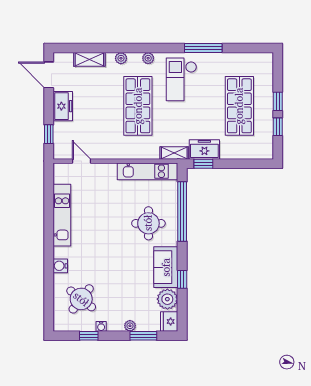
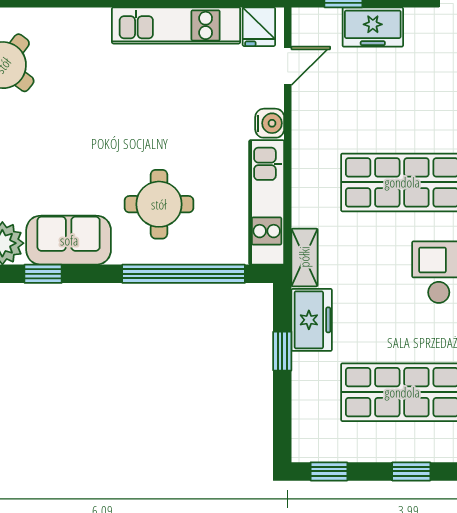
freezer: (63, 106) -> (373, 27), moved
window: (278, 127) -> (329, 471), moved
window: (203, 164) -> (282, 351), moved
fridge: (63, 175) -> (259, 27), added
water cooler: (60, 266) -> (270, 123), moved, turned 90

